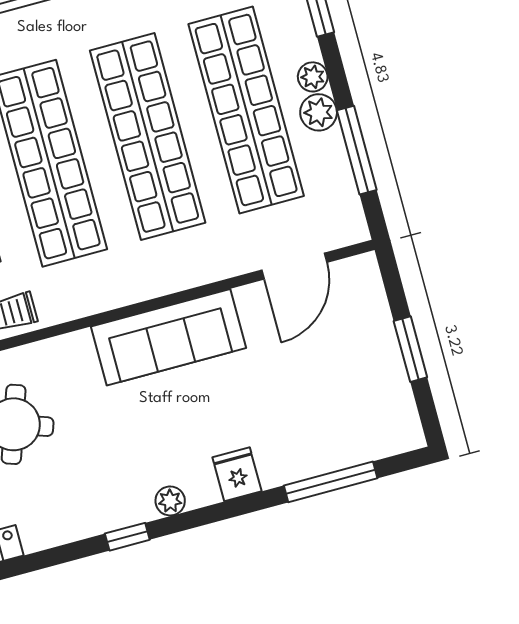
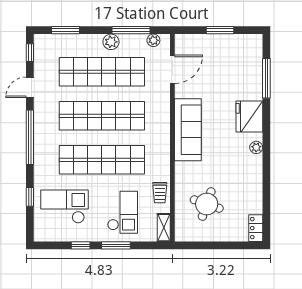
plant: (313, 77) -> (153, 40), moved
door: (294, 266) -> (172, 69), hinge flipped
fridge: (237, 474) -> (249, 117), width x1.88, depth x1.34
window: (127, 537) -> (266, 169), removed

